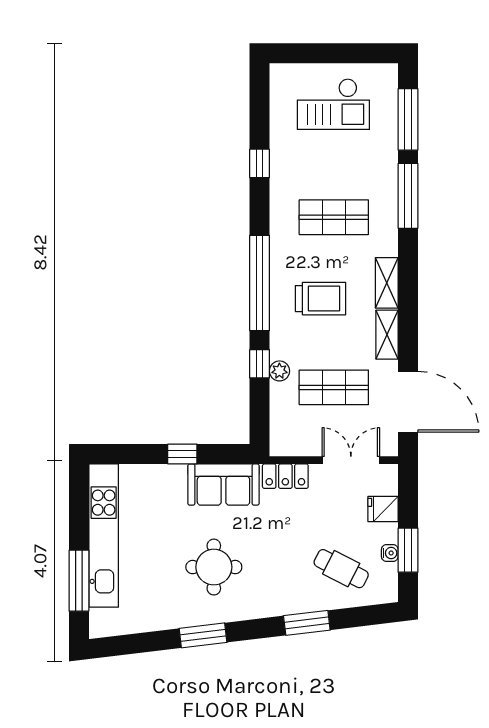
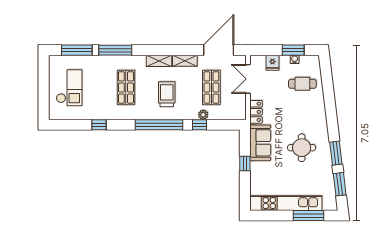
cafe table: (341, 569) -> (302, 84), turned 63
window: (307, 623) -> (340, 184), moved

